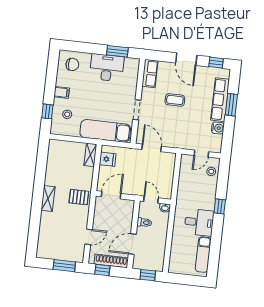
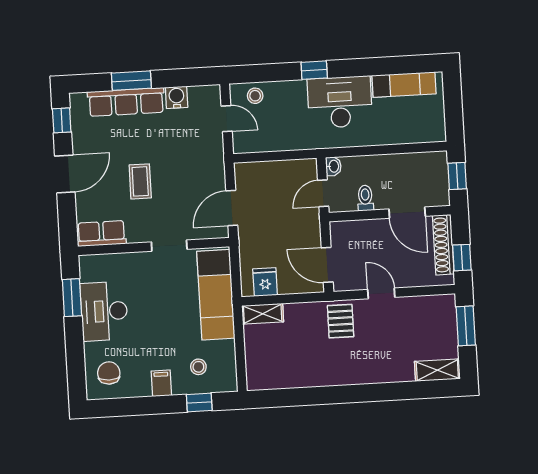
shelving: (48, 198) -> (437, 370), moved
desk: (199, 222) -> (340, 102), width x1.37
door: (89, 237) -> (381, 293), moved

